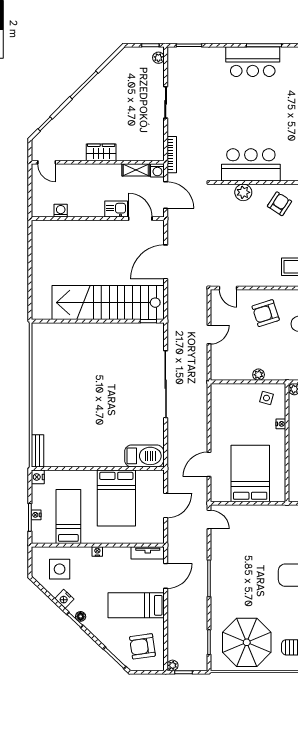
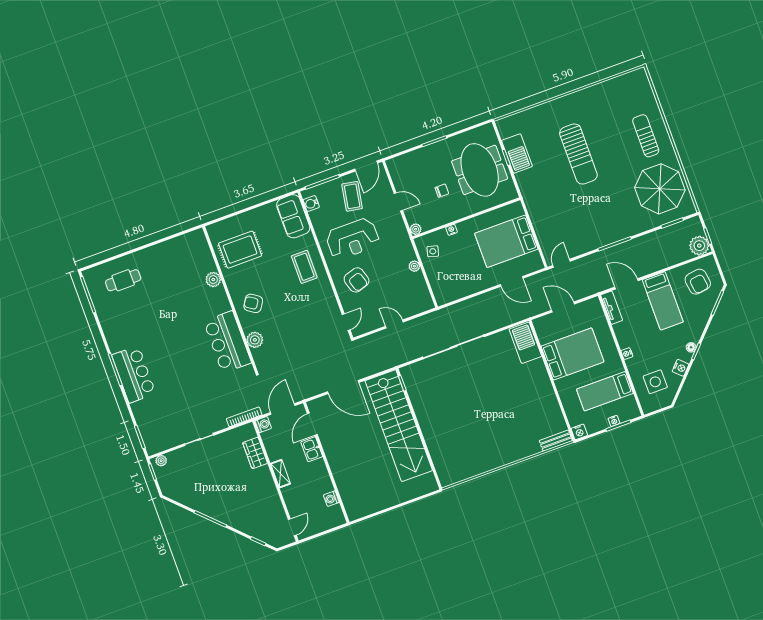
wardrobe: (101, 152) -> (255, 453), moved
shelving: (136, 170) -> (281, 474), moved
plant: (172, 665) -> (699, 246), width x1.88, depth x1.88

